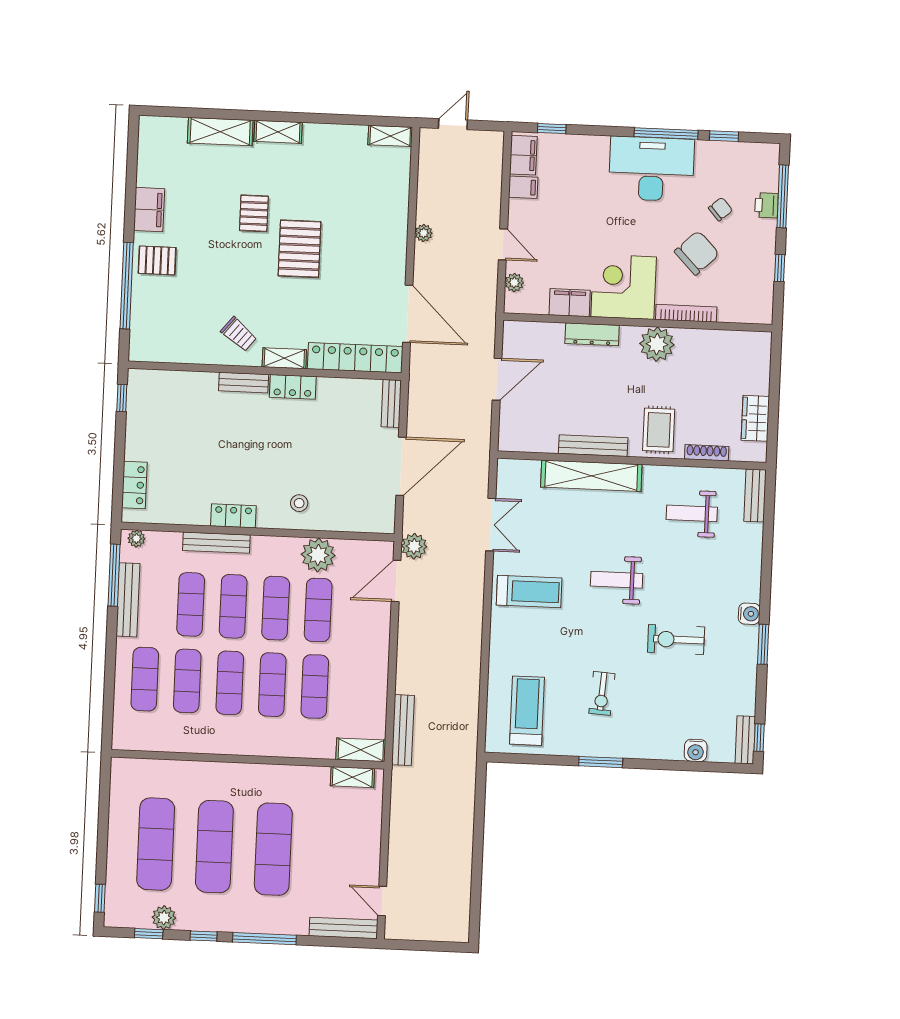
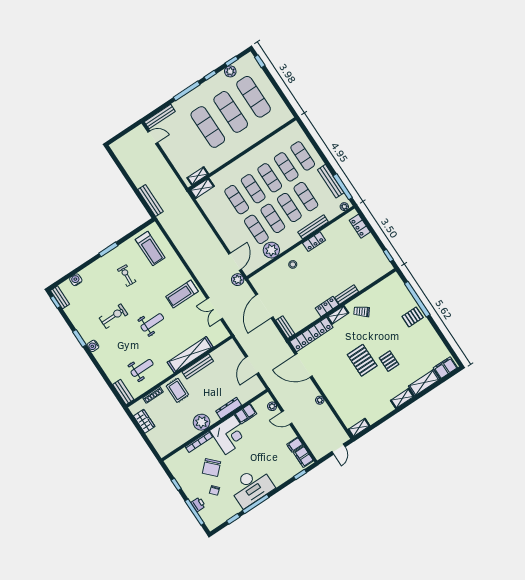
filing cabinet: (149, 210) -> (445, 368), moved, turned 90
bench: (403, 730) -> (151, 201), moved

